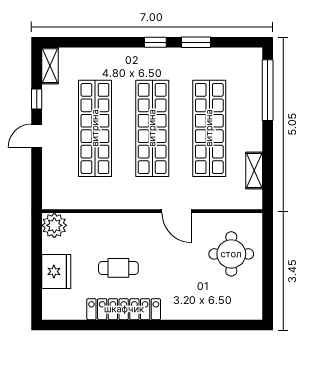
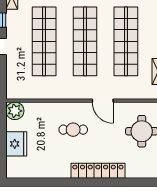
cafe table: (118, 268) -> (73, 130), moved
locker: (124, 309) -> (98, 171), moved

